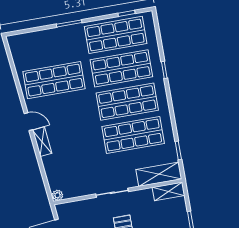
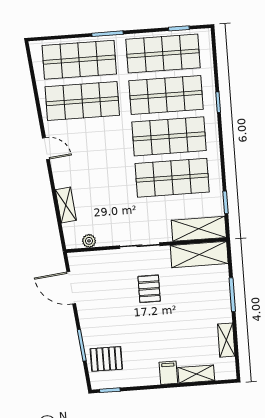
shop shelf: (48, 47) -> (79, 60), added
shelving: (42, 142) -> (66, 205), moved
shelving: (168, 191) -> (199, 254), width x1.50, depth x1.33
plant: (58, 195) -> (89, 241), moved

